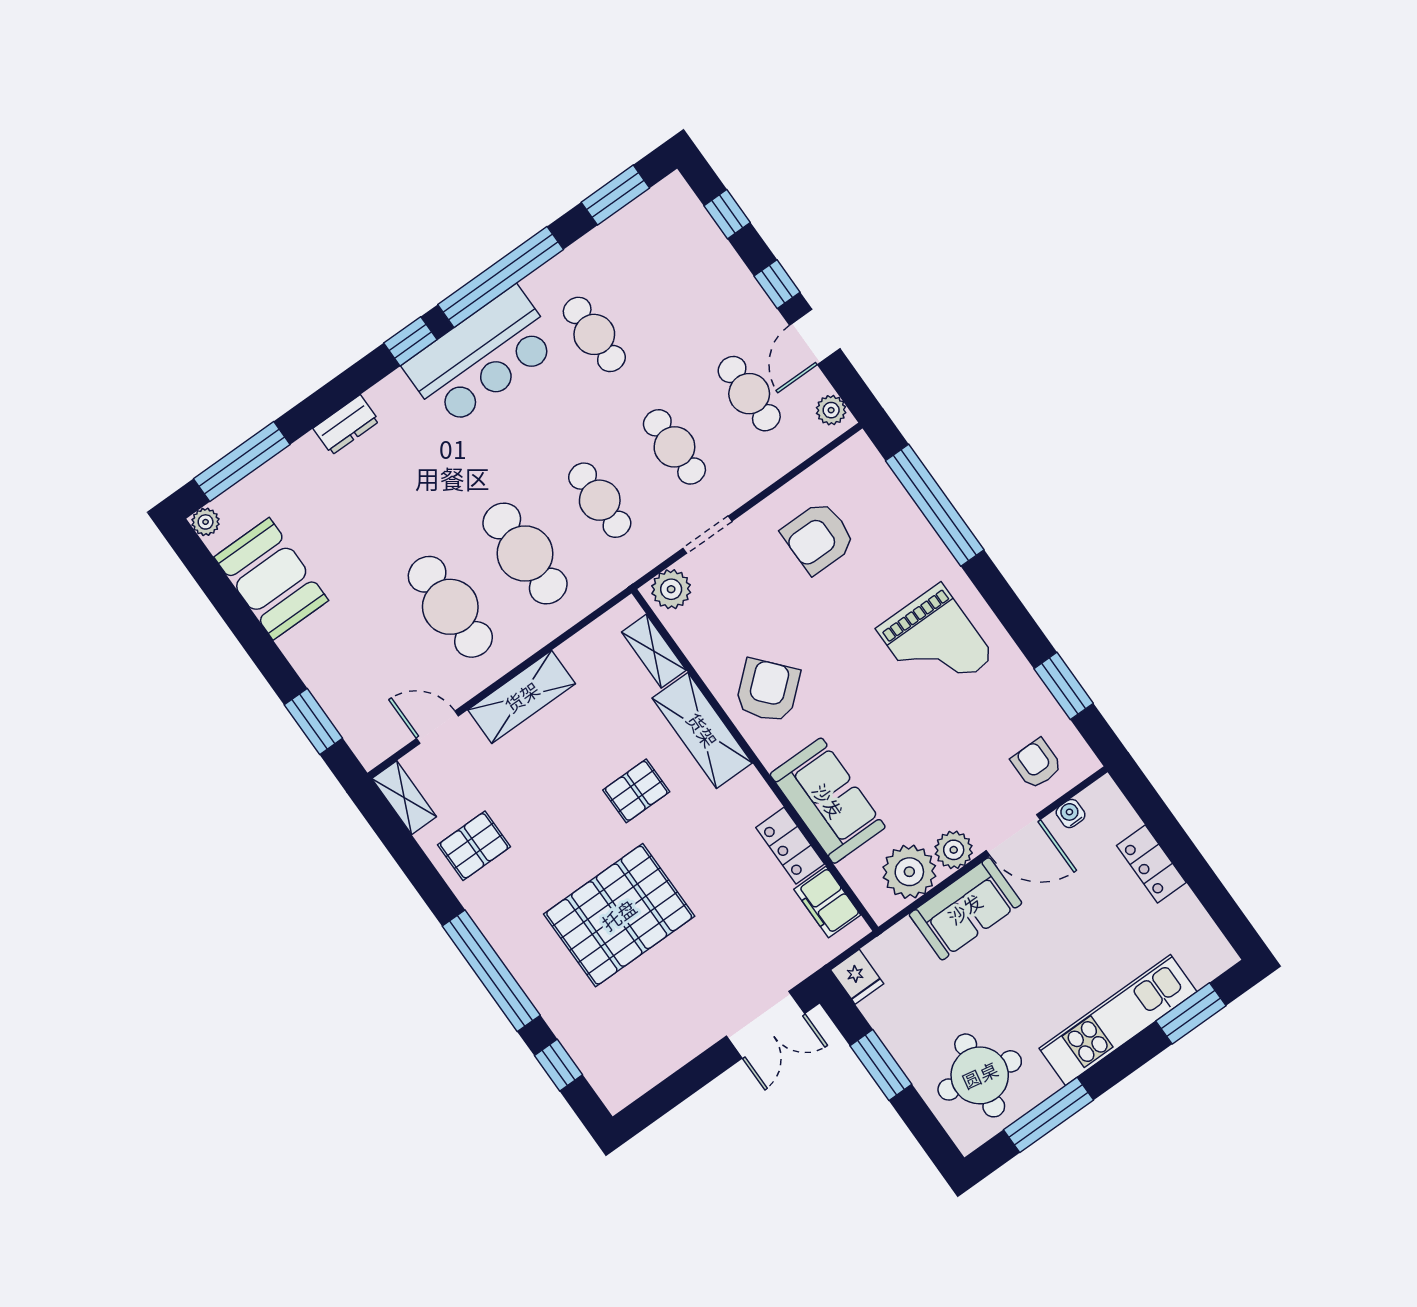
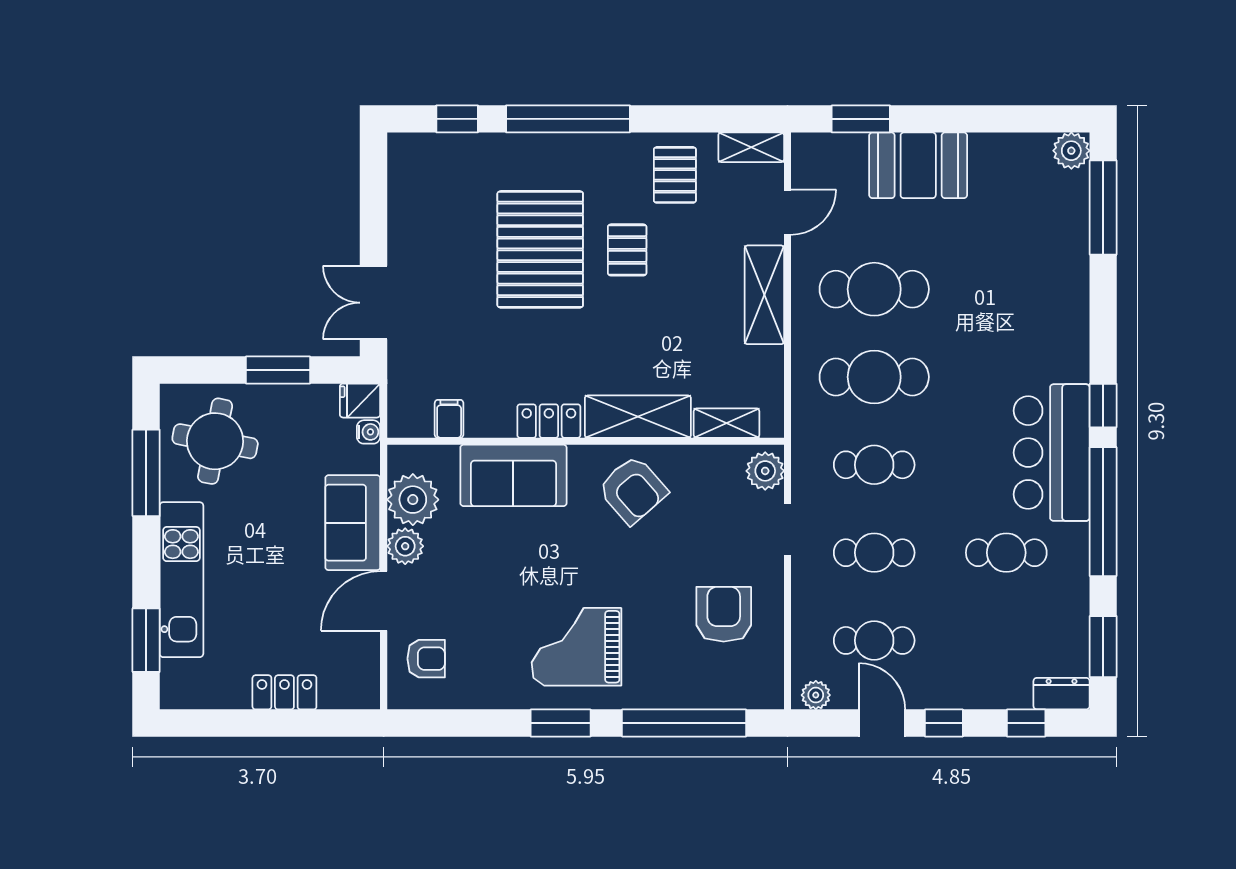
dresser: (346, 425) -> (1062, 694), moved, turned 90
plant: (206, 522) -> (1071, 151), width x1.38, depth x1.38
booth: (271, 579) -> (918, 165), moved
window: (1064, 686) -> (561, 723), moved
pallet: (636, 791) -> (627, 250), moved
water cooler: (1071, 814) -> (369, 432), moved
locker: (790, 846) -> (549, 421), moved
filing cabinet: (827, 902) -> (449, 419), width x0.50

